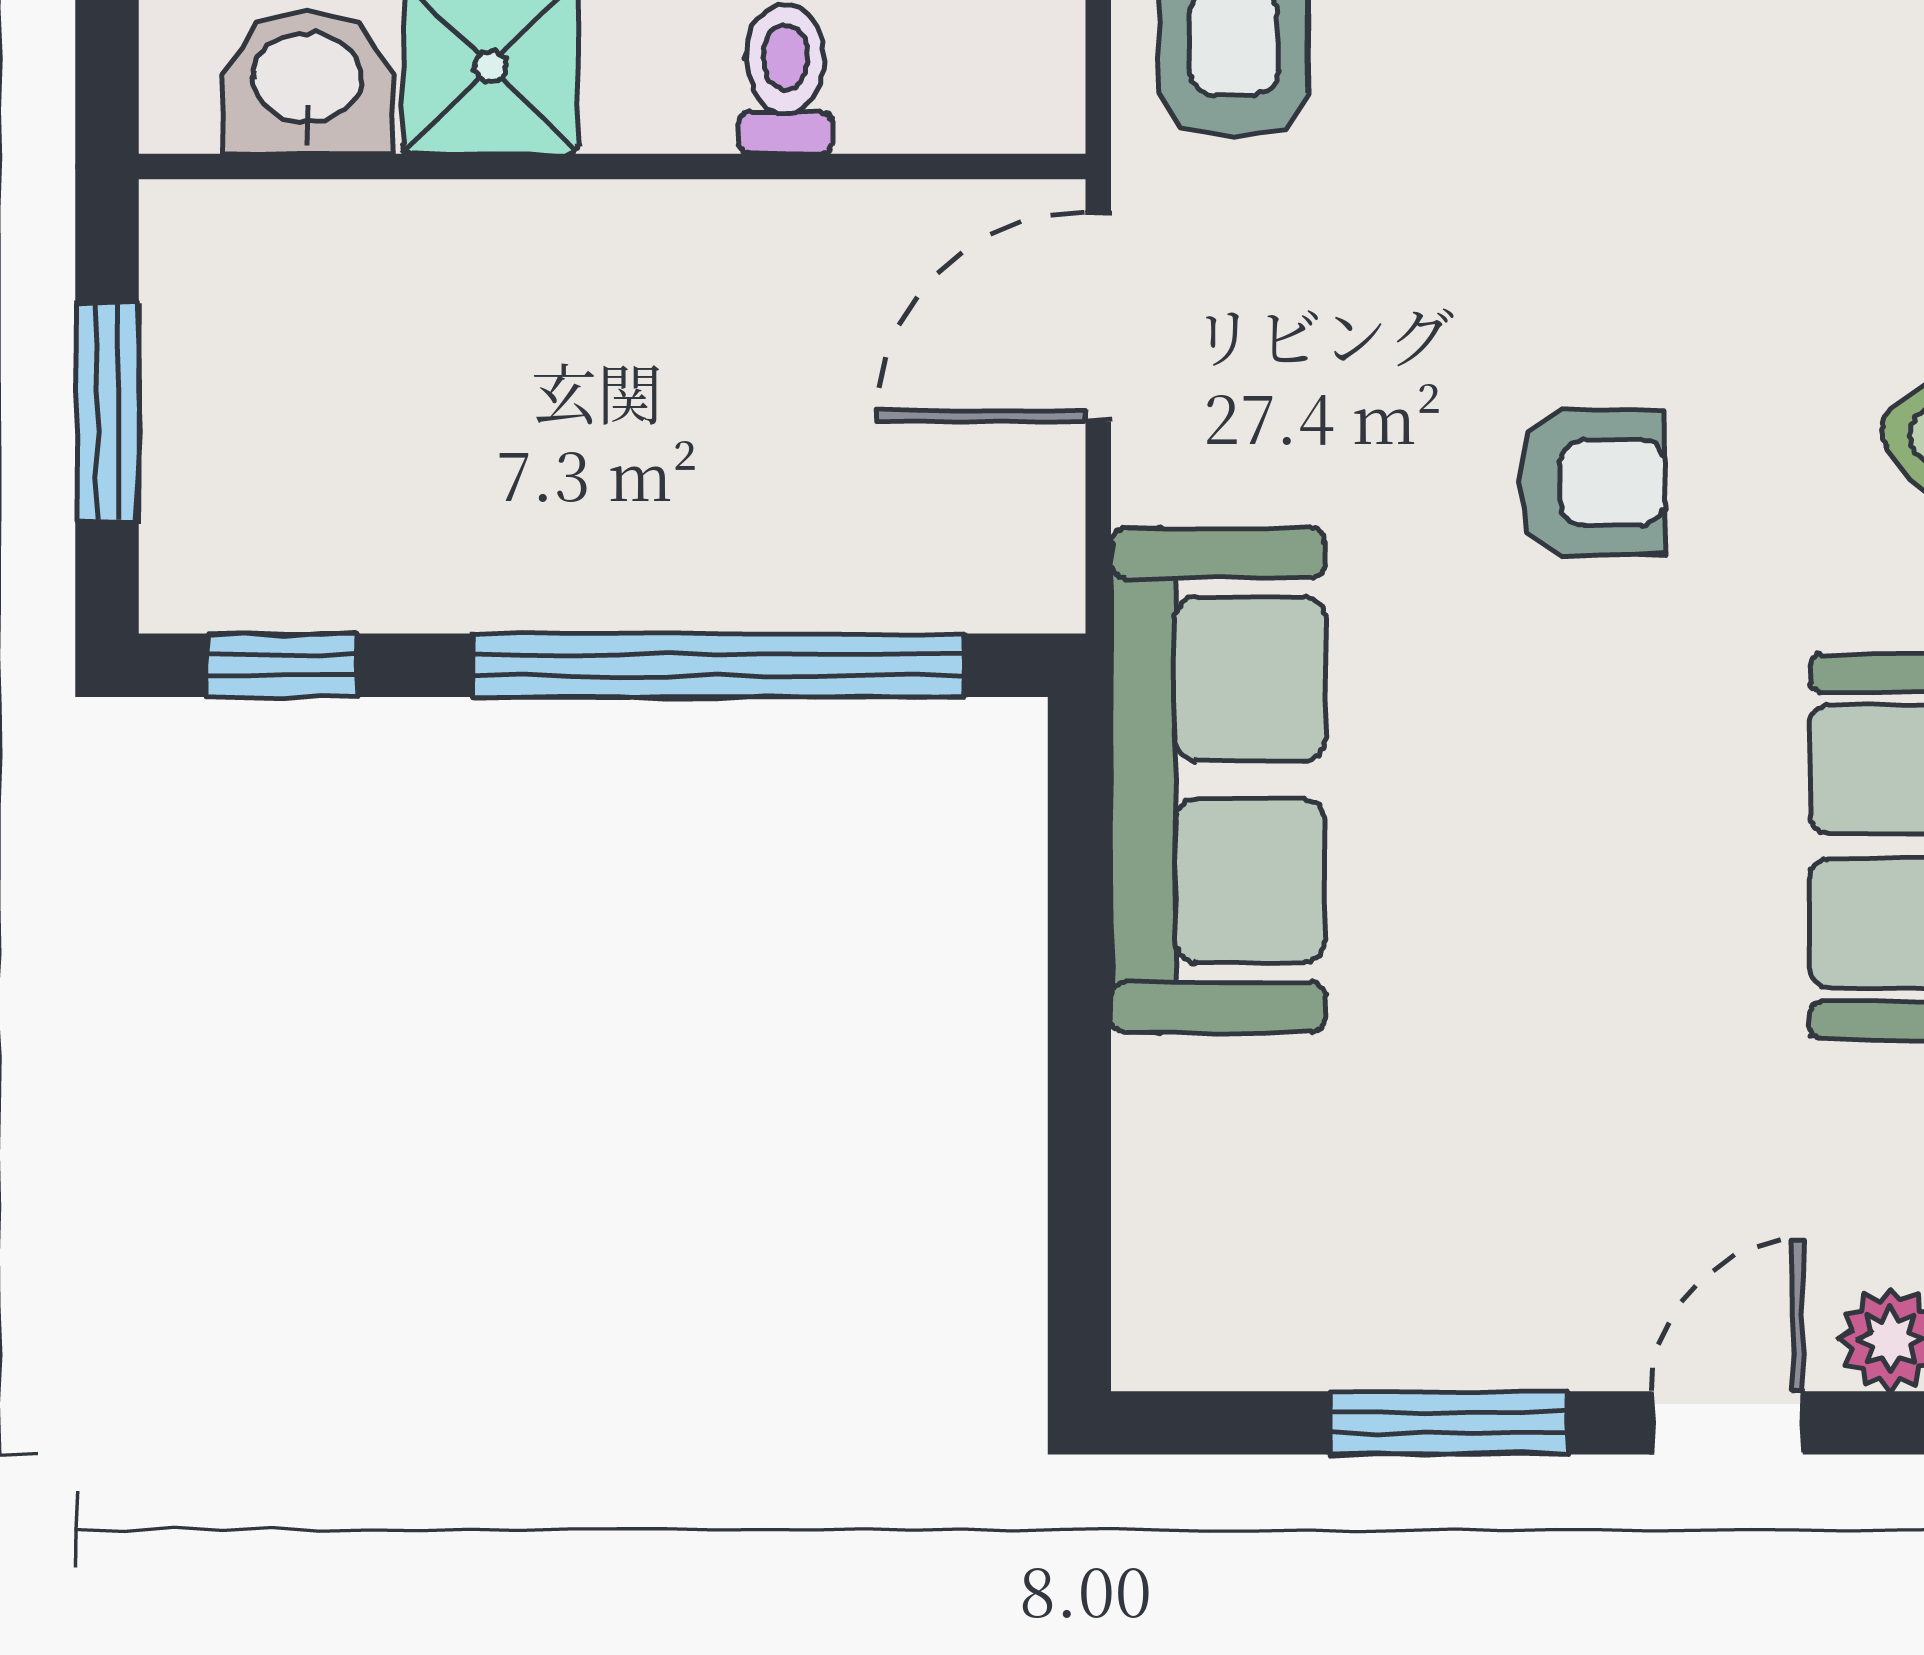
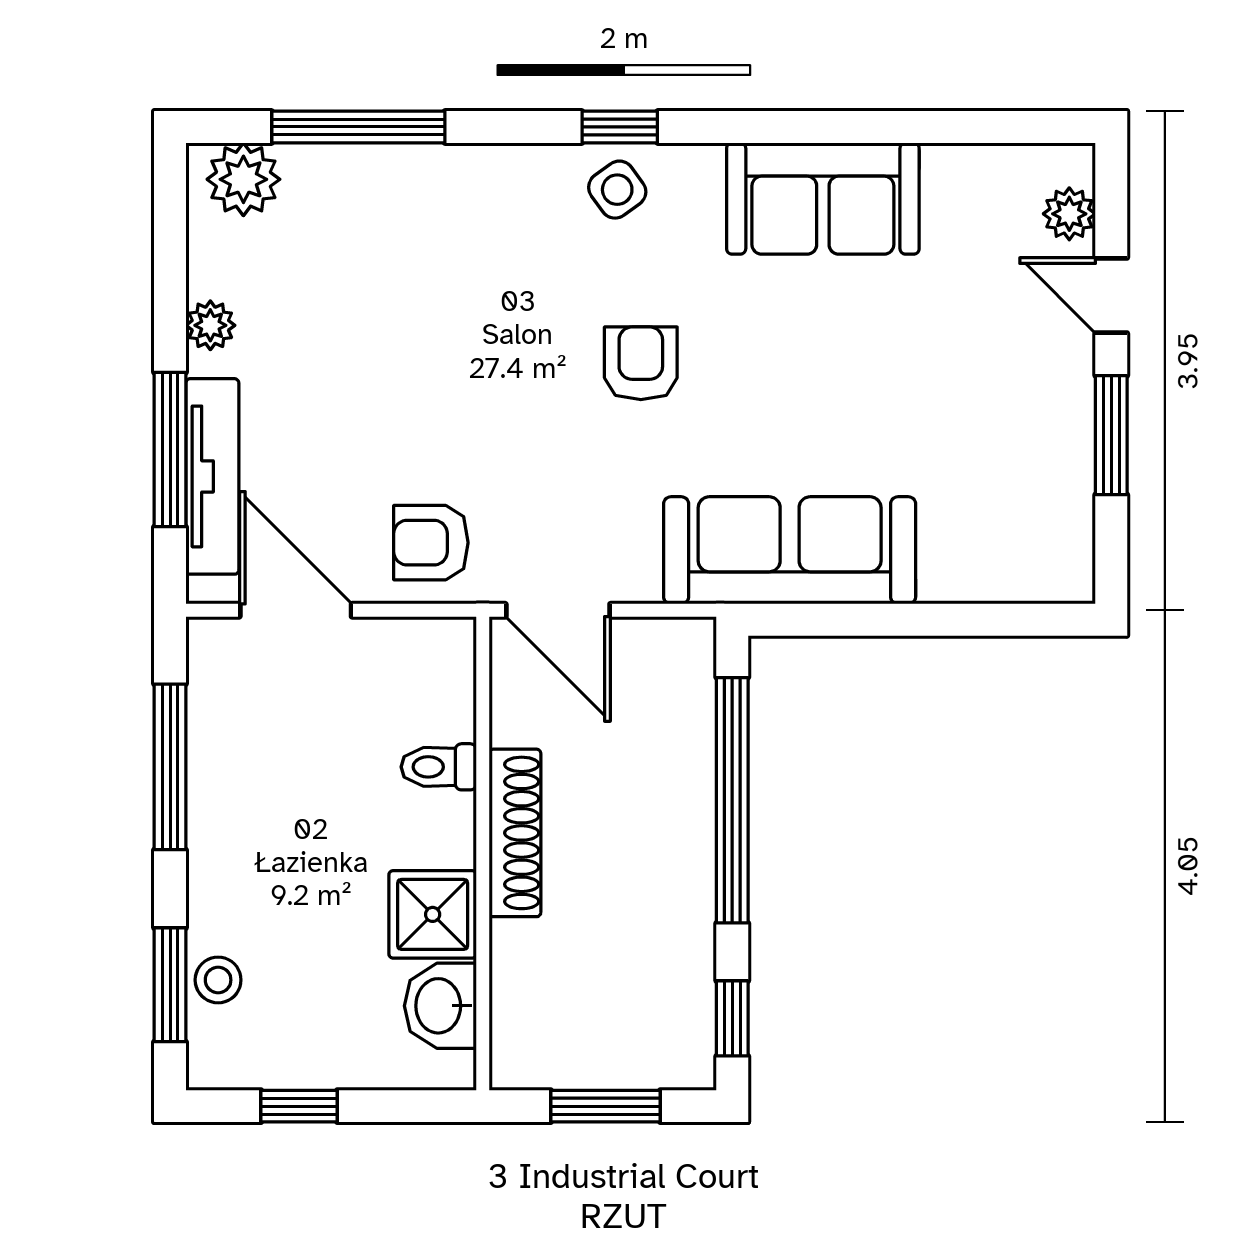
shoe rack: (653, 231) -> (515, 833), added

